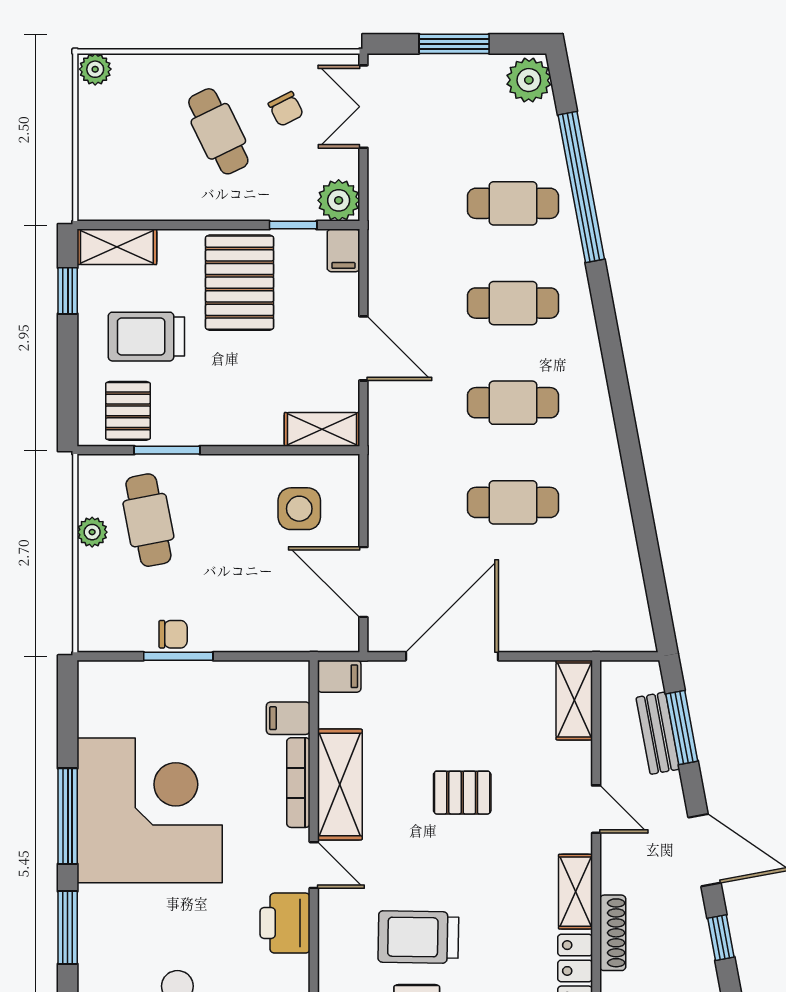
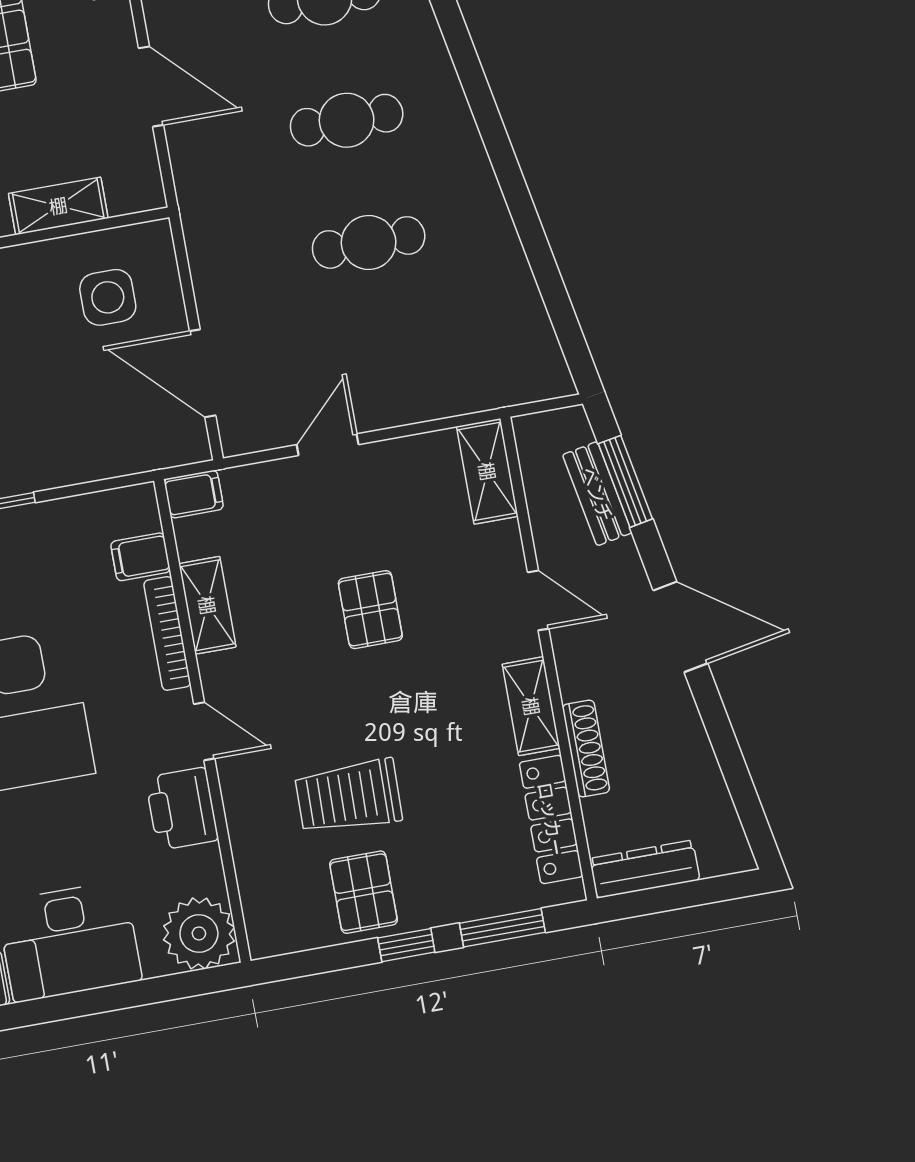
shelving: (322, 429) -> (58, 206), moved
door: (452, 656) -> (328, 445), width x0.53
shelving: (340, 785) -> (207, 605), width x0.67, depth x0.75
pallet: (462, 793) -> (370, 610), turned 90
window: (721, 938) -> (720, 731), removed

